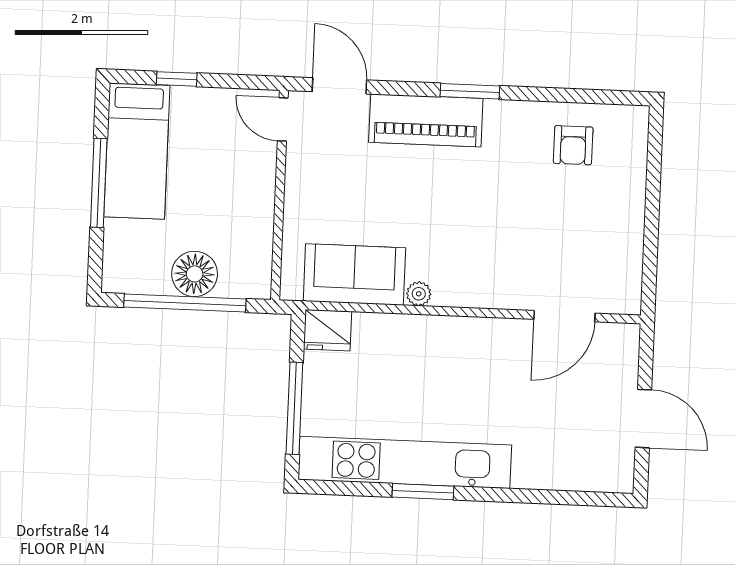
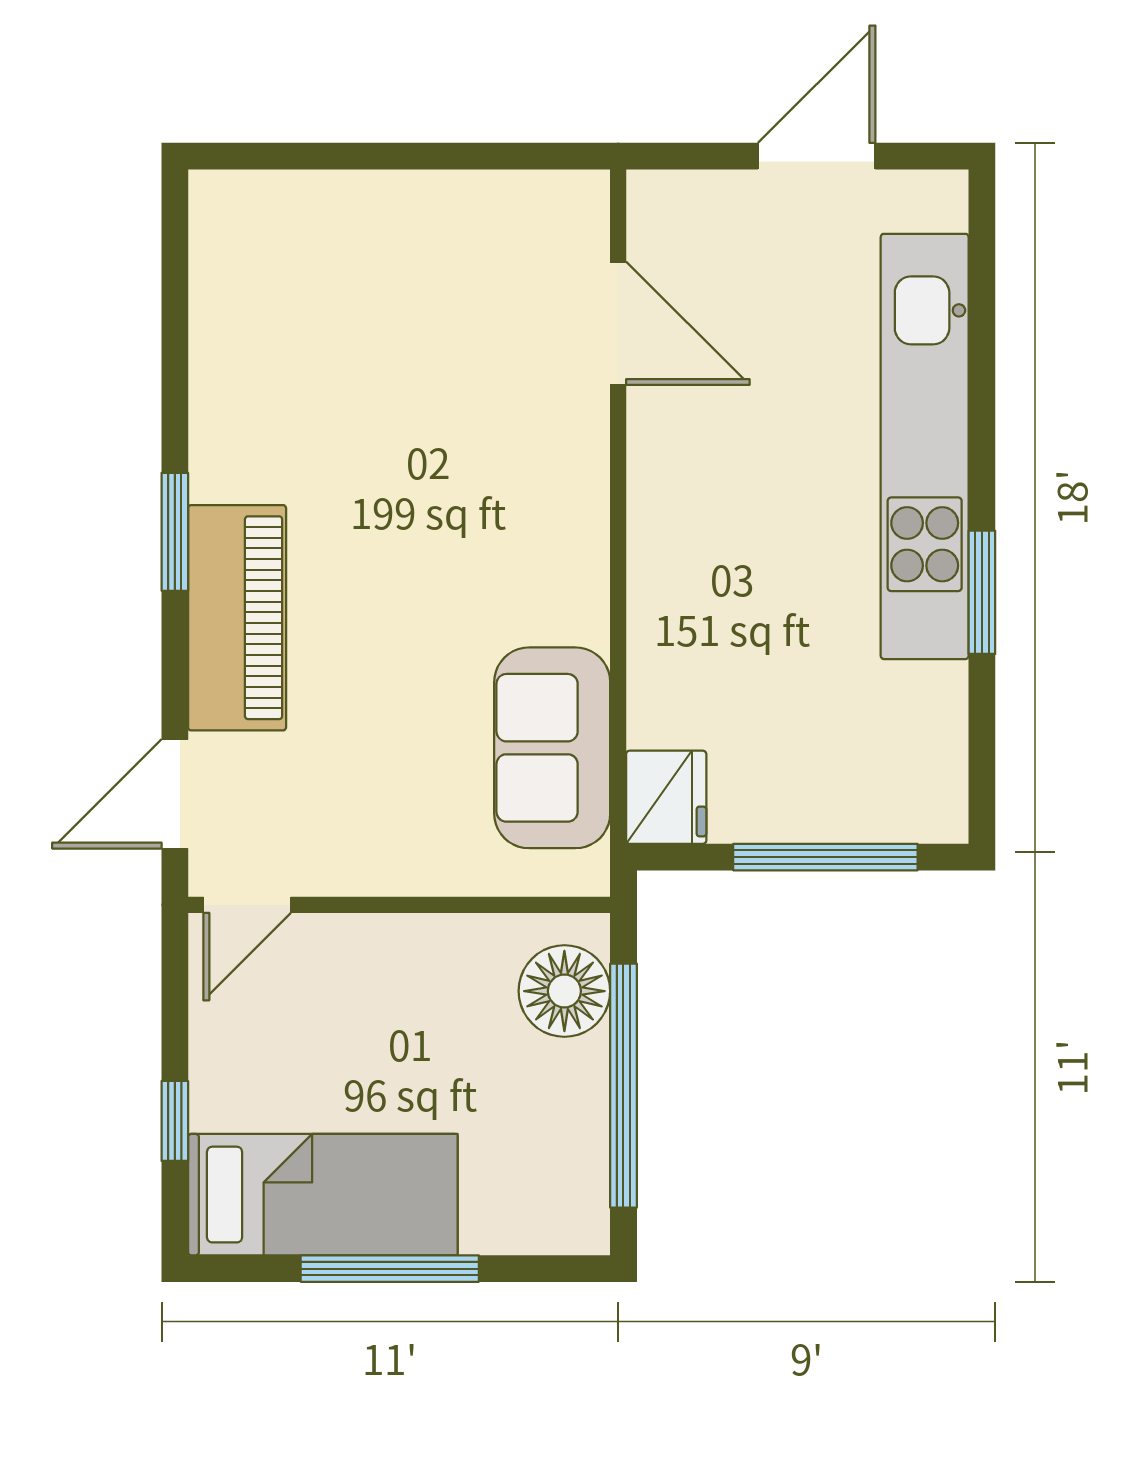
armchair: (573, 145) -> (274, 320), removed
floor lamp: (195, 274) -> (564, 991), moved
plant: (419, 294) -> (585, 617), removed
kitchen unit: (405, 462) -> (925, 446), moved

